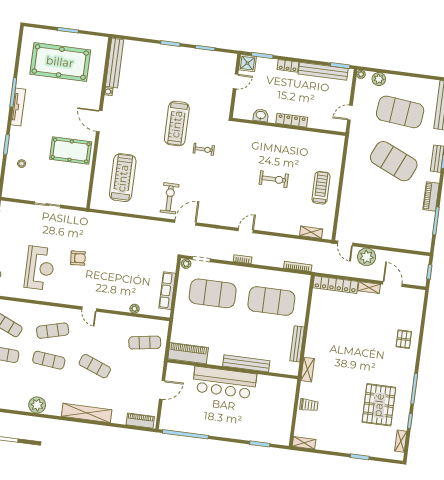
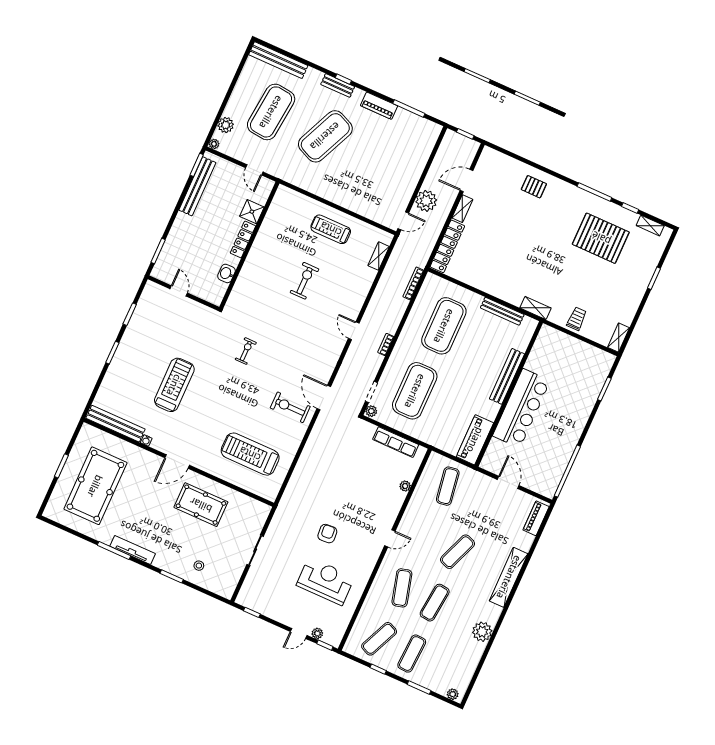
shower: (248, 63) -> (252, 212), moved
locker: (288, 66) -> (179, 225), removed
treadmill: (177, 124) -> (174, 385), moved, turned -90
pool table: (71, 151) -> (201, 505), turned 90

